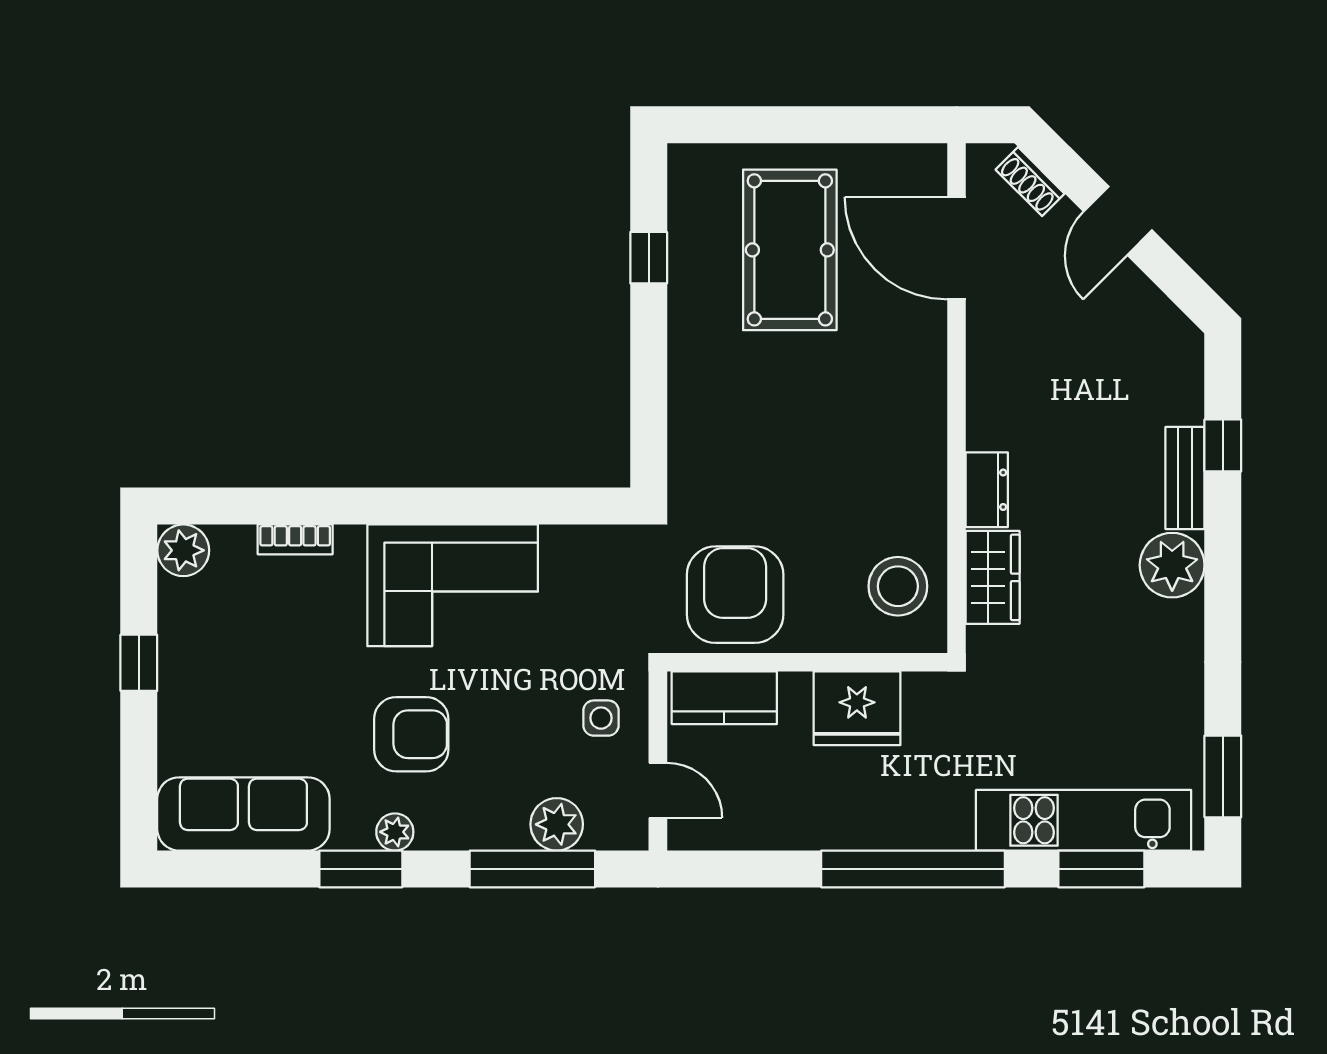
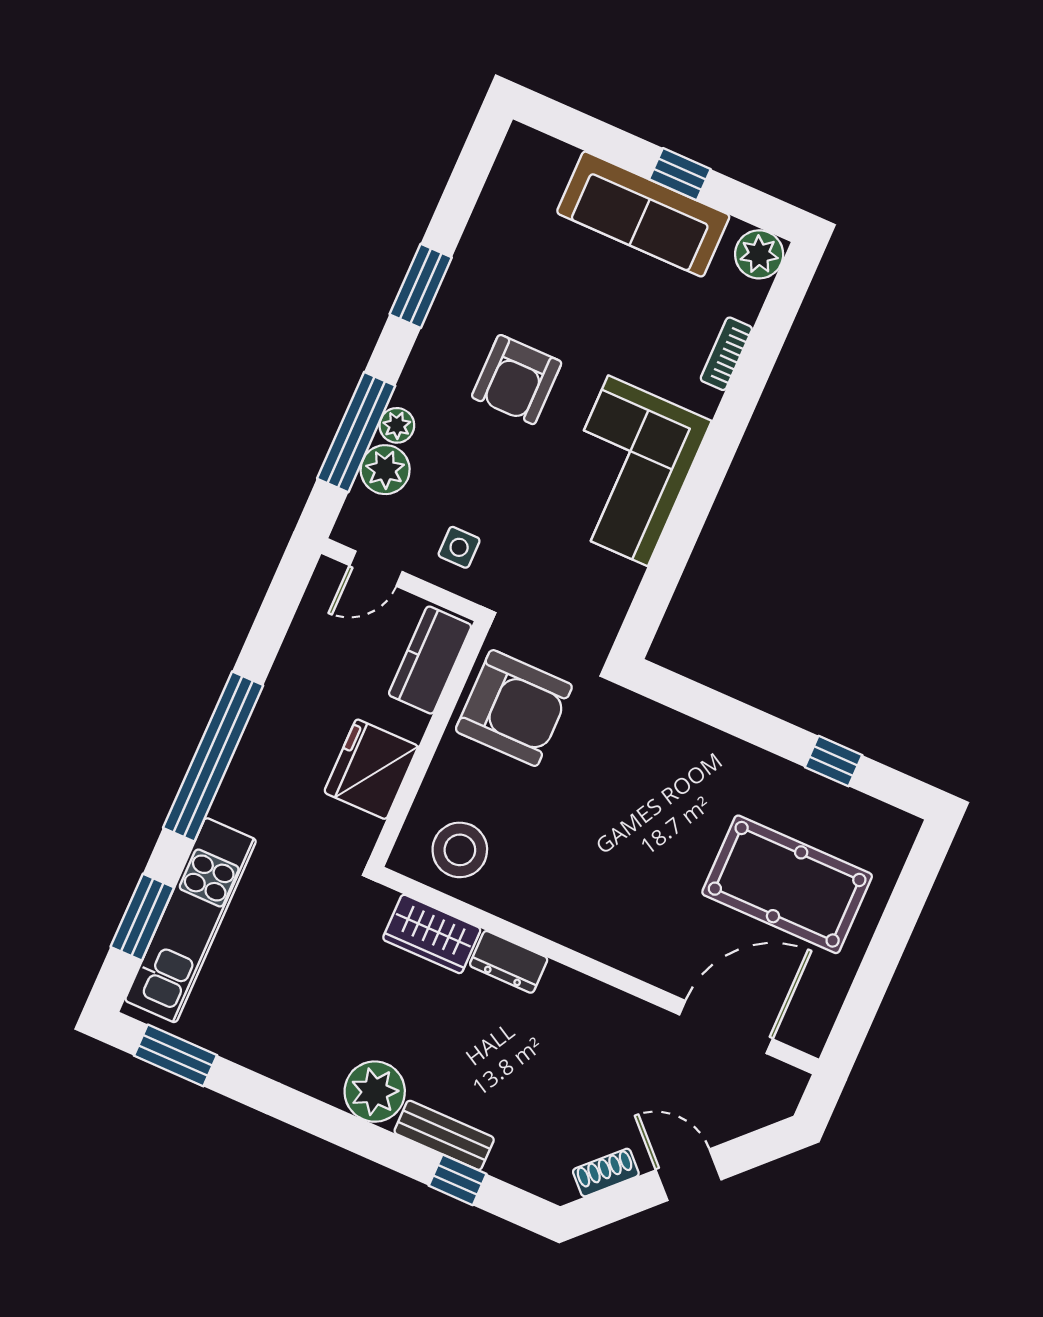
shoe rack: (1030, 182) -> (606, 1173), moved
sofa: (243, 814) -> (643, 214), moved, turned 90
plant: (395, 832) -> (397, 425), moved

